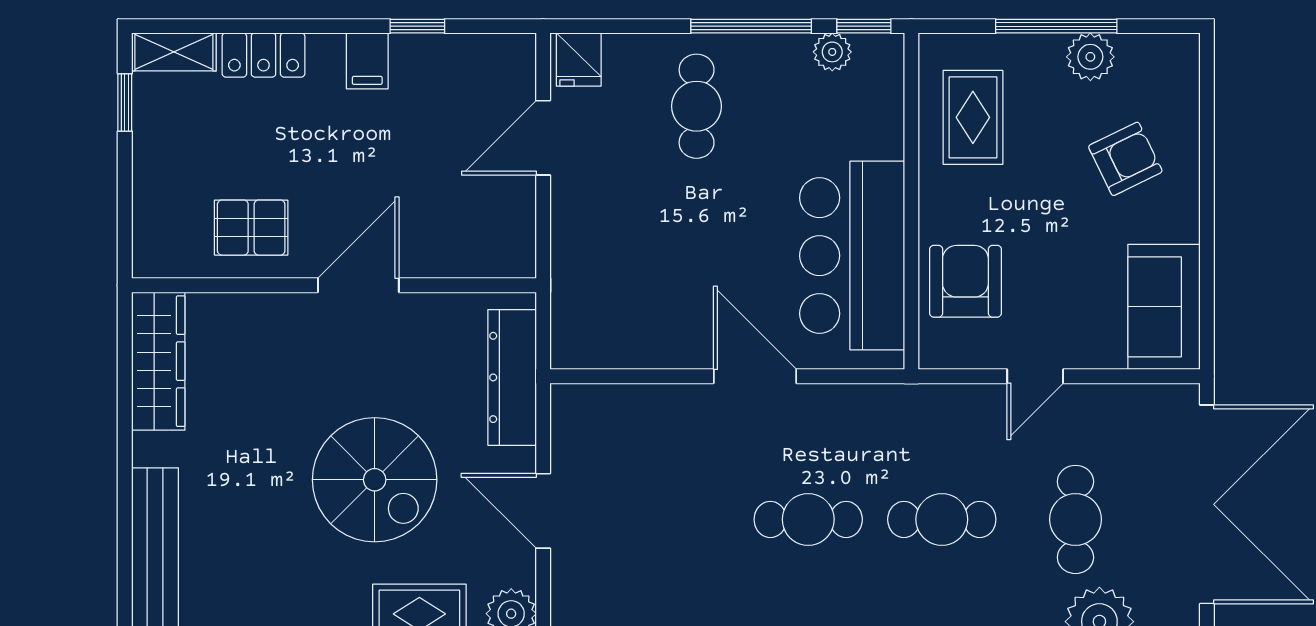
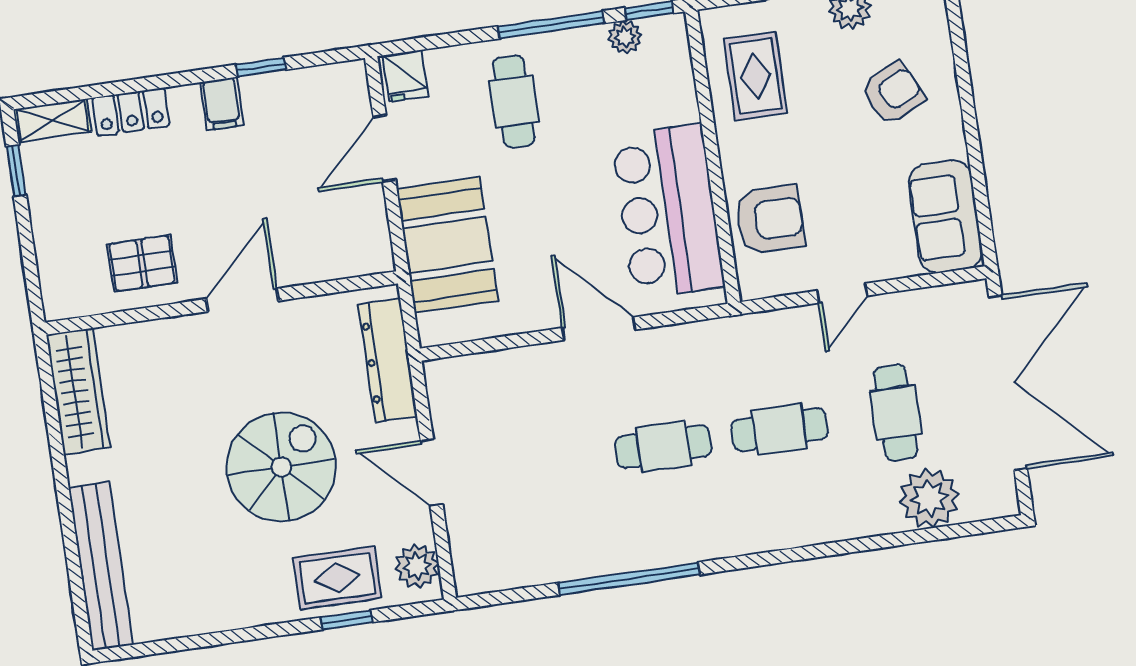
booth: (598, 257) -> (447, 245), added
armchair: (965, 281) -> (770, 219), turned 90
spiral stairs: (375, 480) -> (281, 467), turned -90

